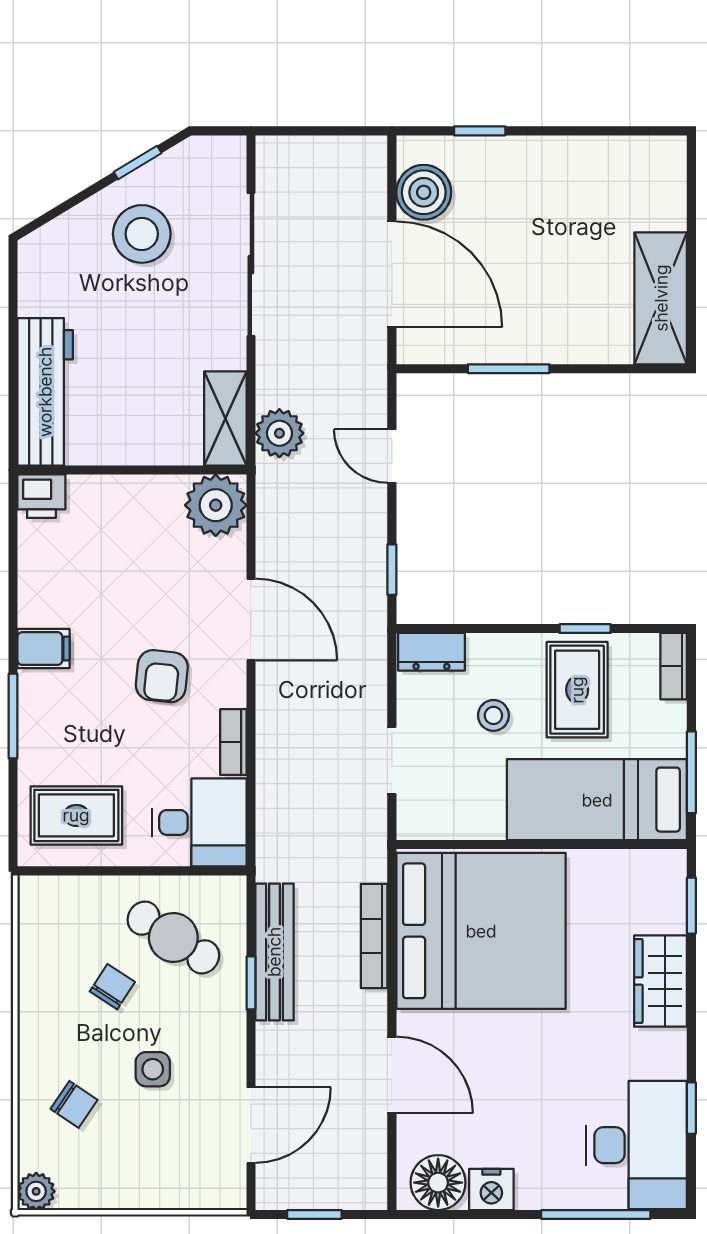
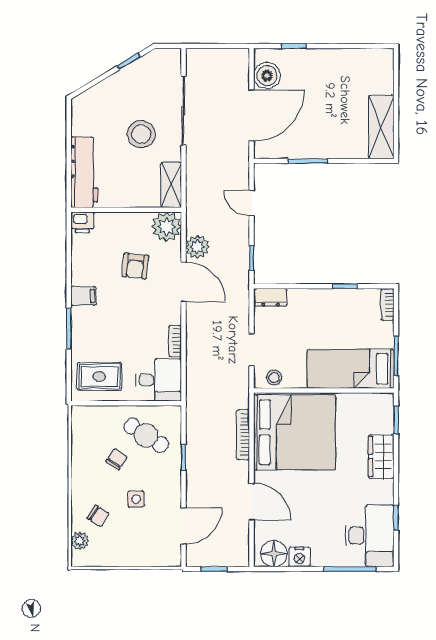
stool: (142, 234) -> (141, 134), moved
door: (392, 274) -> (252, 115), hinge flipped
plant: (279, 433) -> (197, 247), moved
armchair: (162, 676) -> (135, 266), moved
rug: (577, 690) -> (341, 316), removed
stool: (493, 715) -> (274, 378), moved
bench: (274, 952) -> (195, 442), removed
plant: (36, 1191) -> (80, 541), moved

